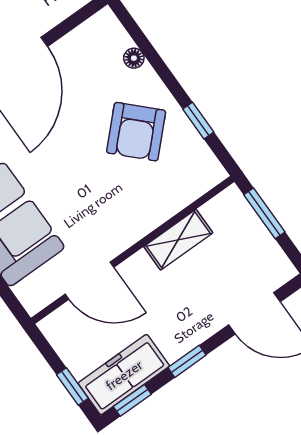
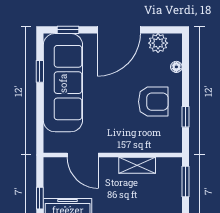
plant: (83, 43) -> (158, 43), added
armchair: (136, 132) -> (153, 102), turned -135

